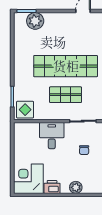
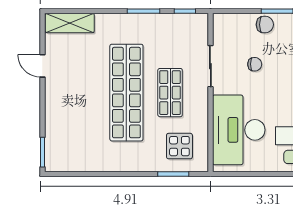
plant: (35, 21) -> (57, 139), removed
display table: (25, 110) -> (179, 146), moved
desk: (52, 136) -> (239, 130), width x1.87, depth x1.30

